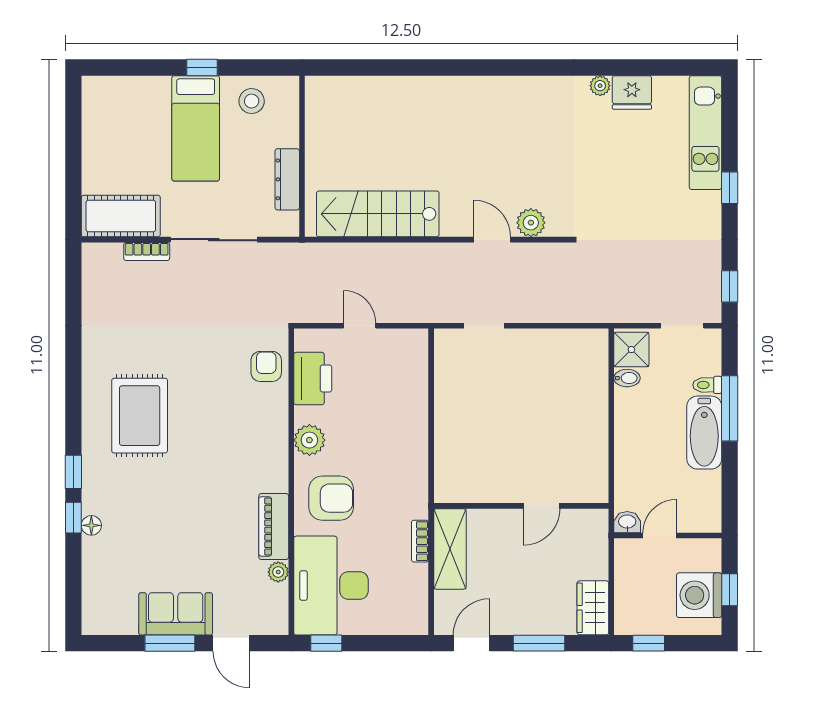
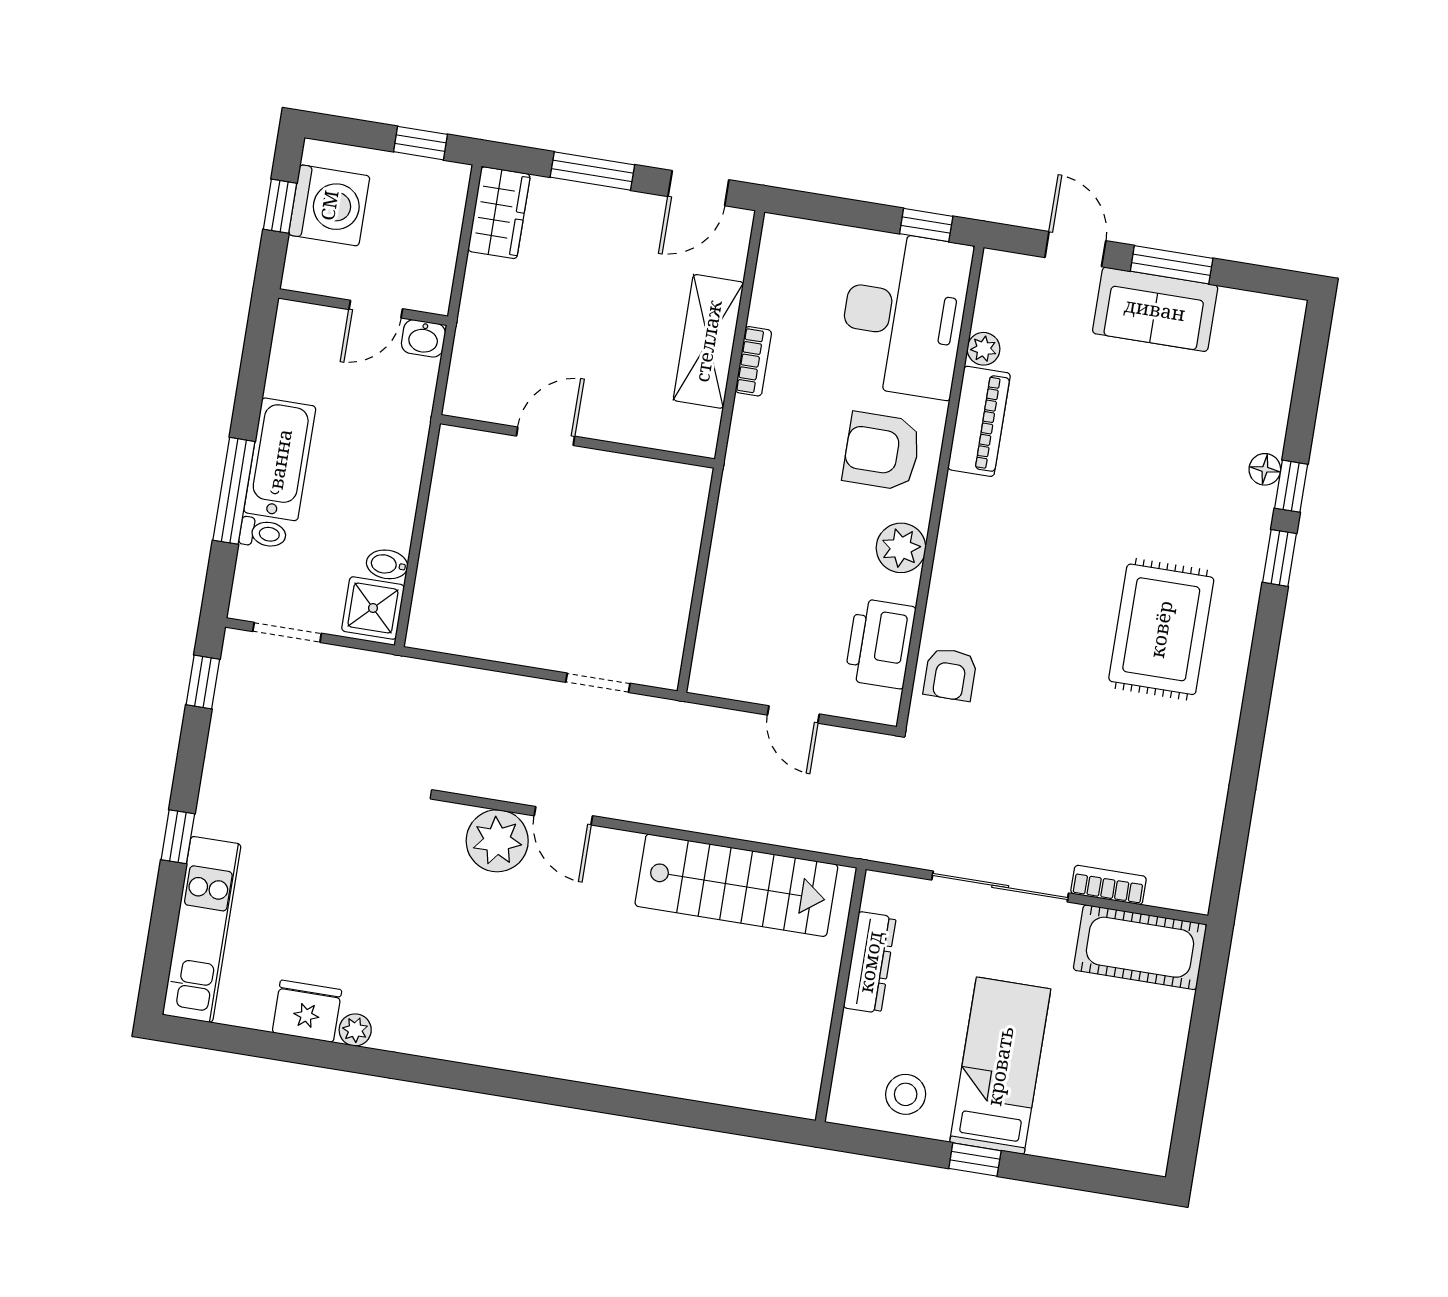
plant: (531, 223) -> (497, 841), width x1.36, depth x1.36
wall: (521, 506) -> (577, 441), moved
door: (542, 506) -> (546, 436), moved

